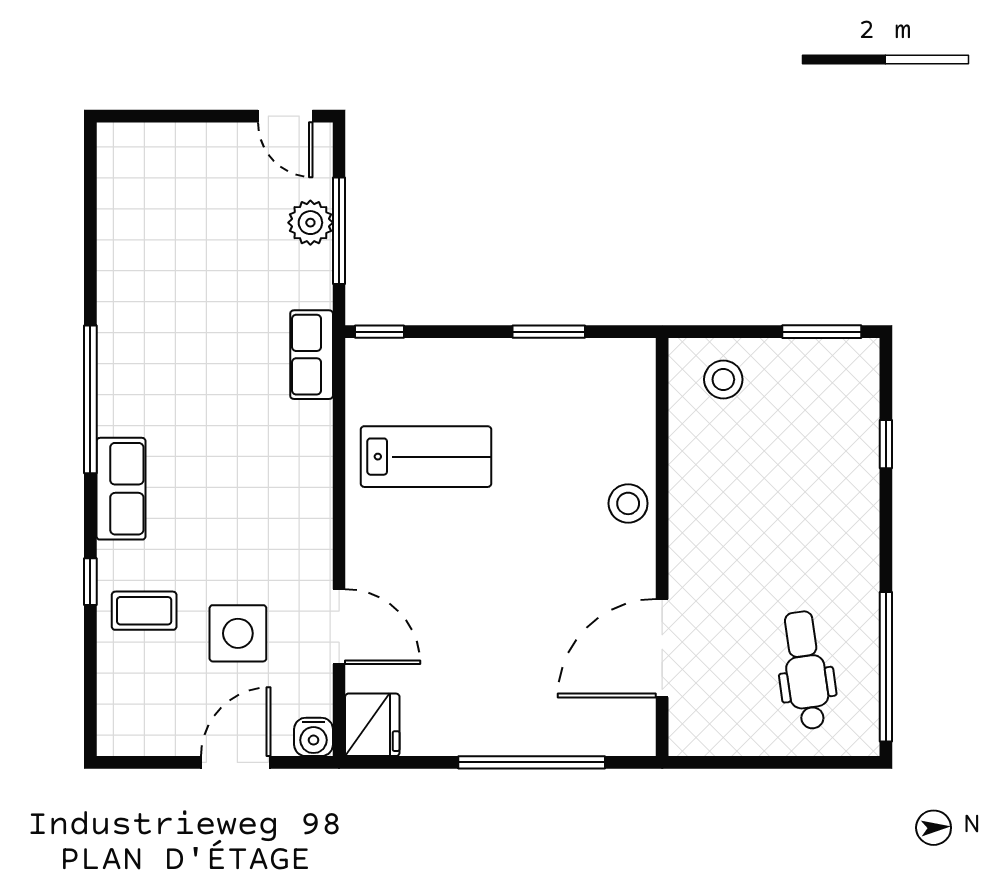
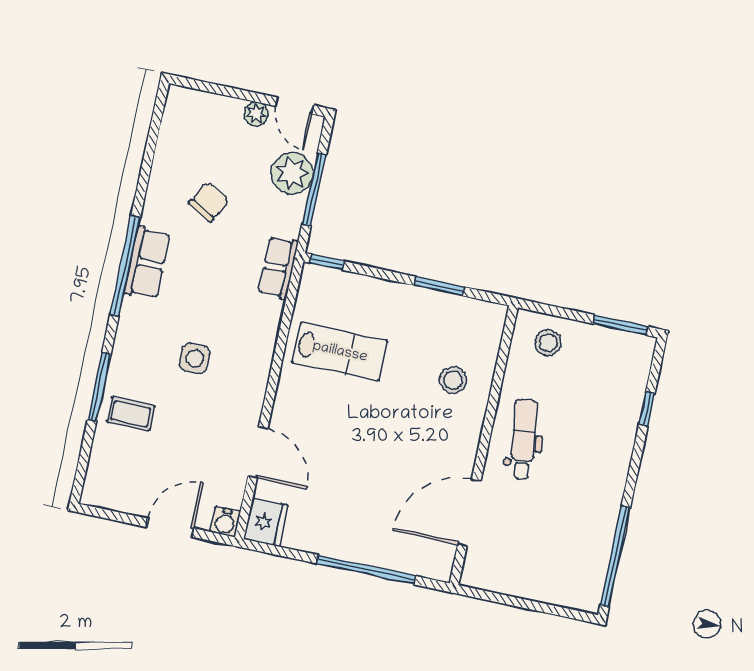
plant: (232, 140) -> (256, 114), added
plant: (310, 223) -> (292, 173), width x1.36, depth x1.36
chair: (191, 281) -> (209, 202), added
row of seats: (121, 489) -> (147, 263), moved
stool: (628, 503) -> (453, 380), moved
window: (90, 582) -> (99, 387), width x2.17
side table: (238, 633) -> (195, 358), moved, width x0.73, depth x0.73
dental chair: (806, 670) -> (524, 439), moved

